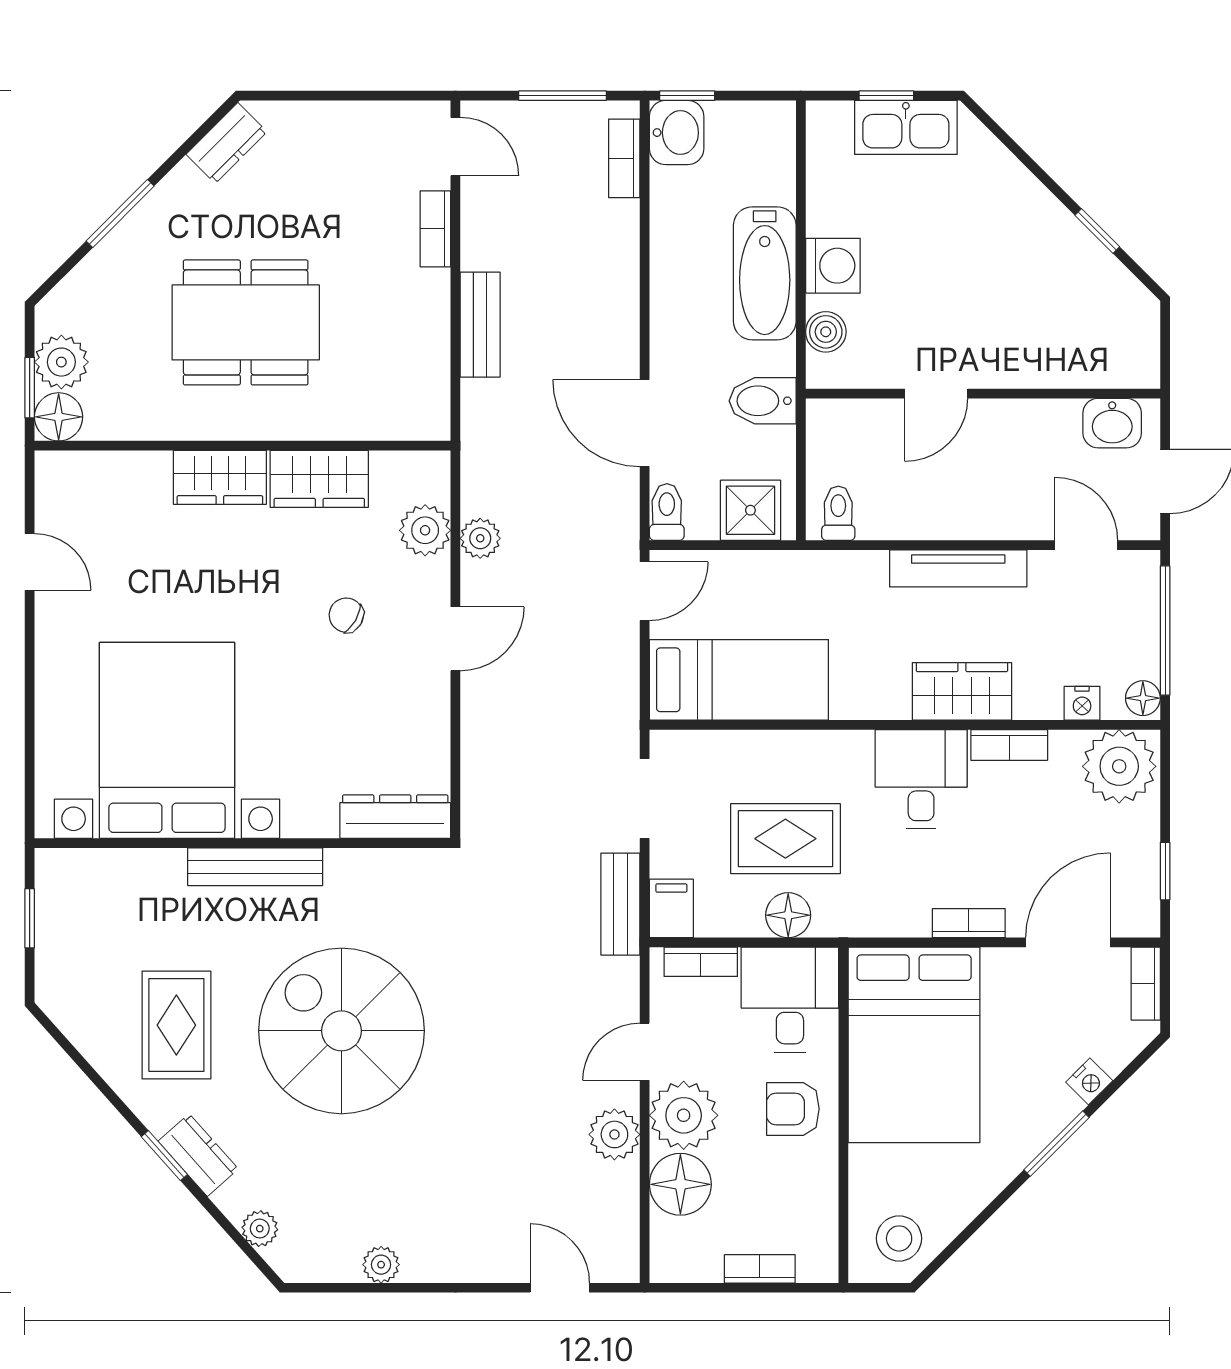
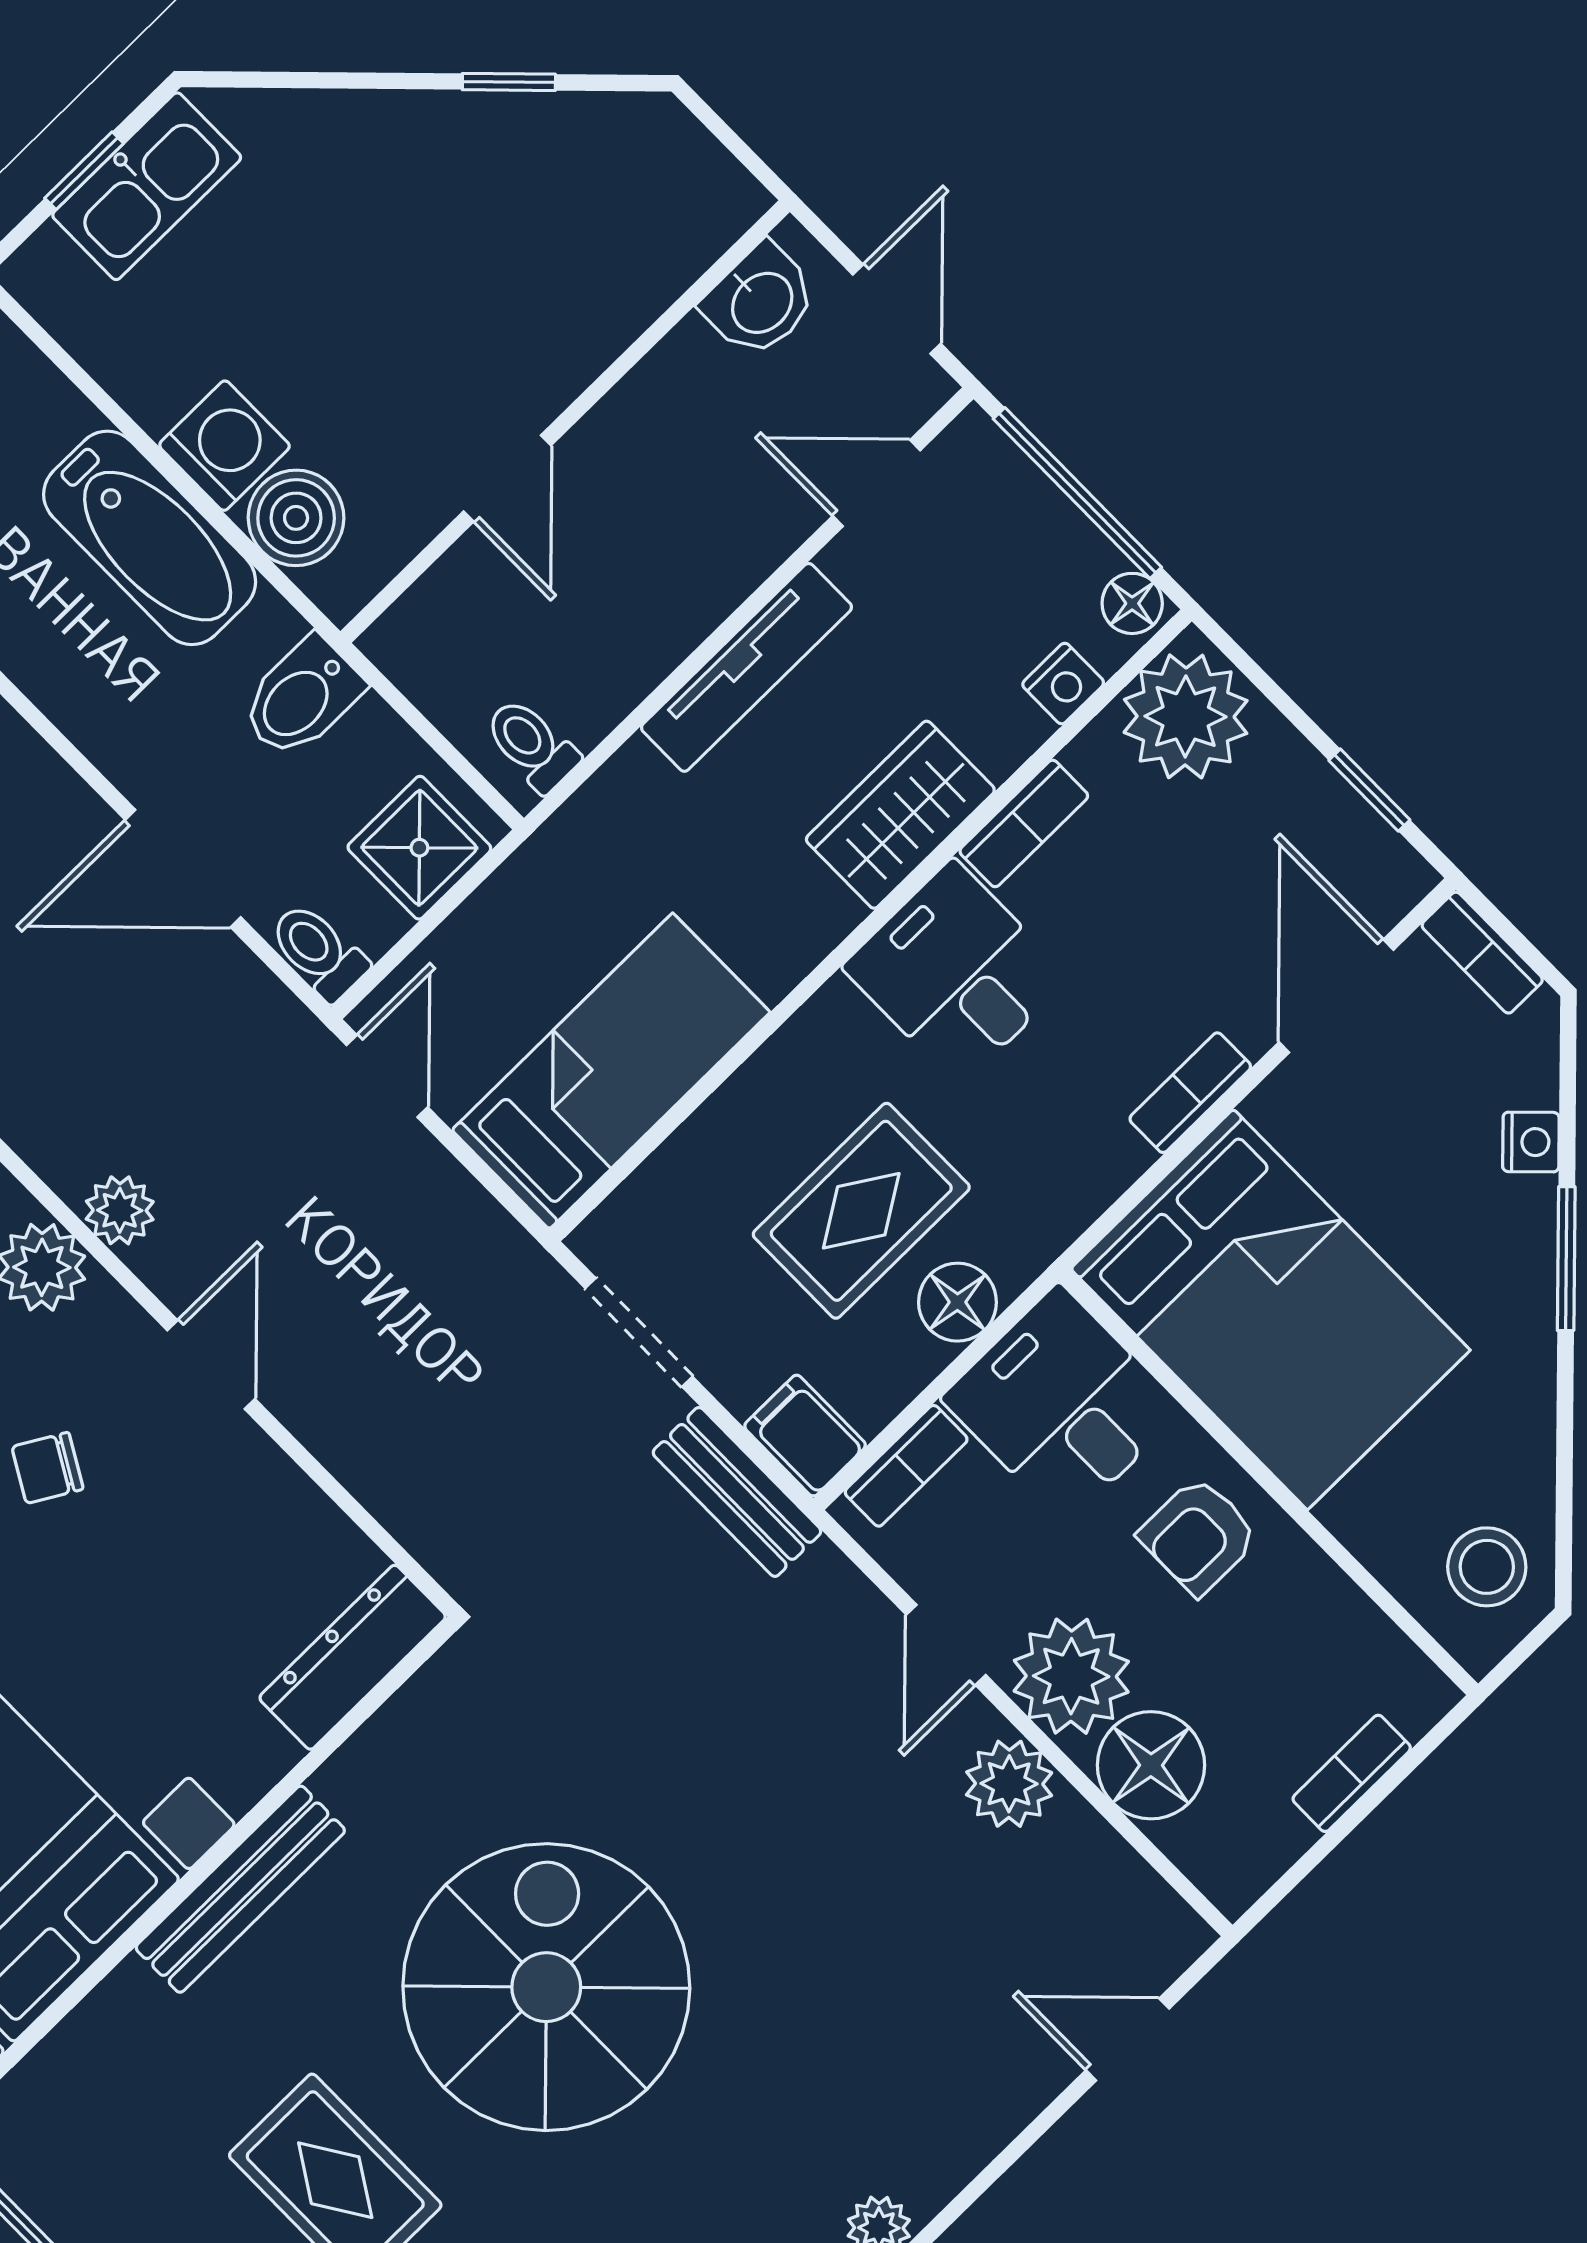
boiler: (826, 332) -> (296, 518), width x1.36, depth x1.36
spiral stairs: (342, 1031) -> (546, 1987), turned 90

